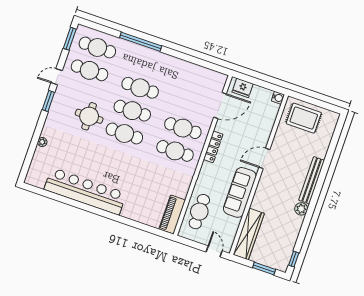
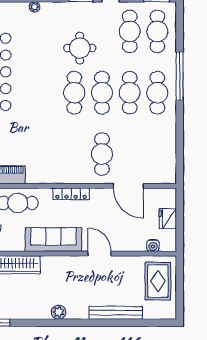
fridge: (243, 88) -> (168, 219), moved
water cooler: (278, 98) -> (153, 246), moved
door: (220, 106) -> (128, 186), moved
locker: (213, 147) -> (71, 194), moved
cafe table: (175, 151) -> (157, 93), moved
bench: (312, 180) -> (116, 313), moved

